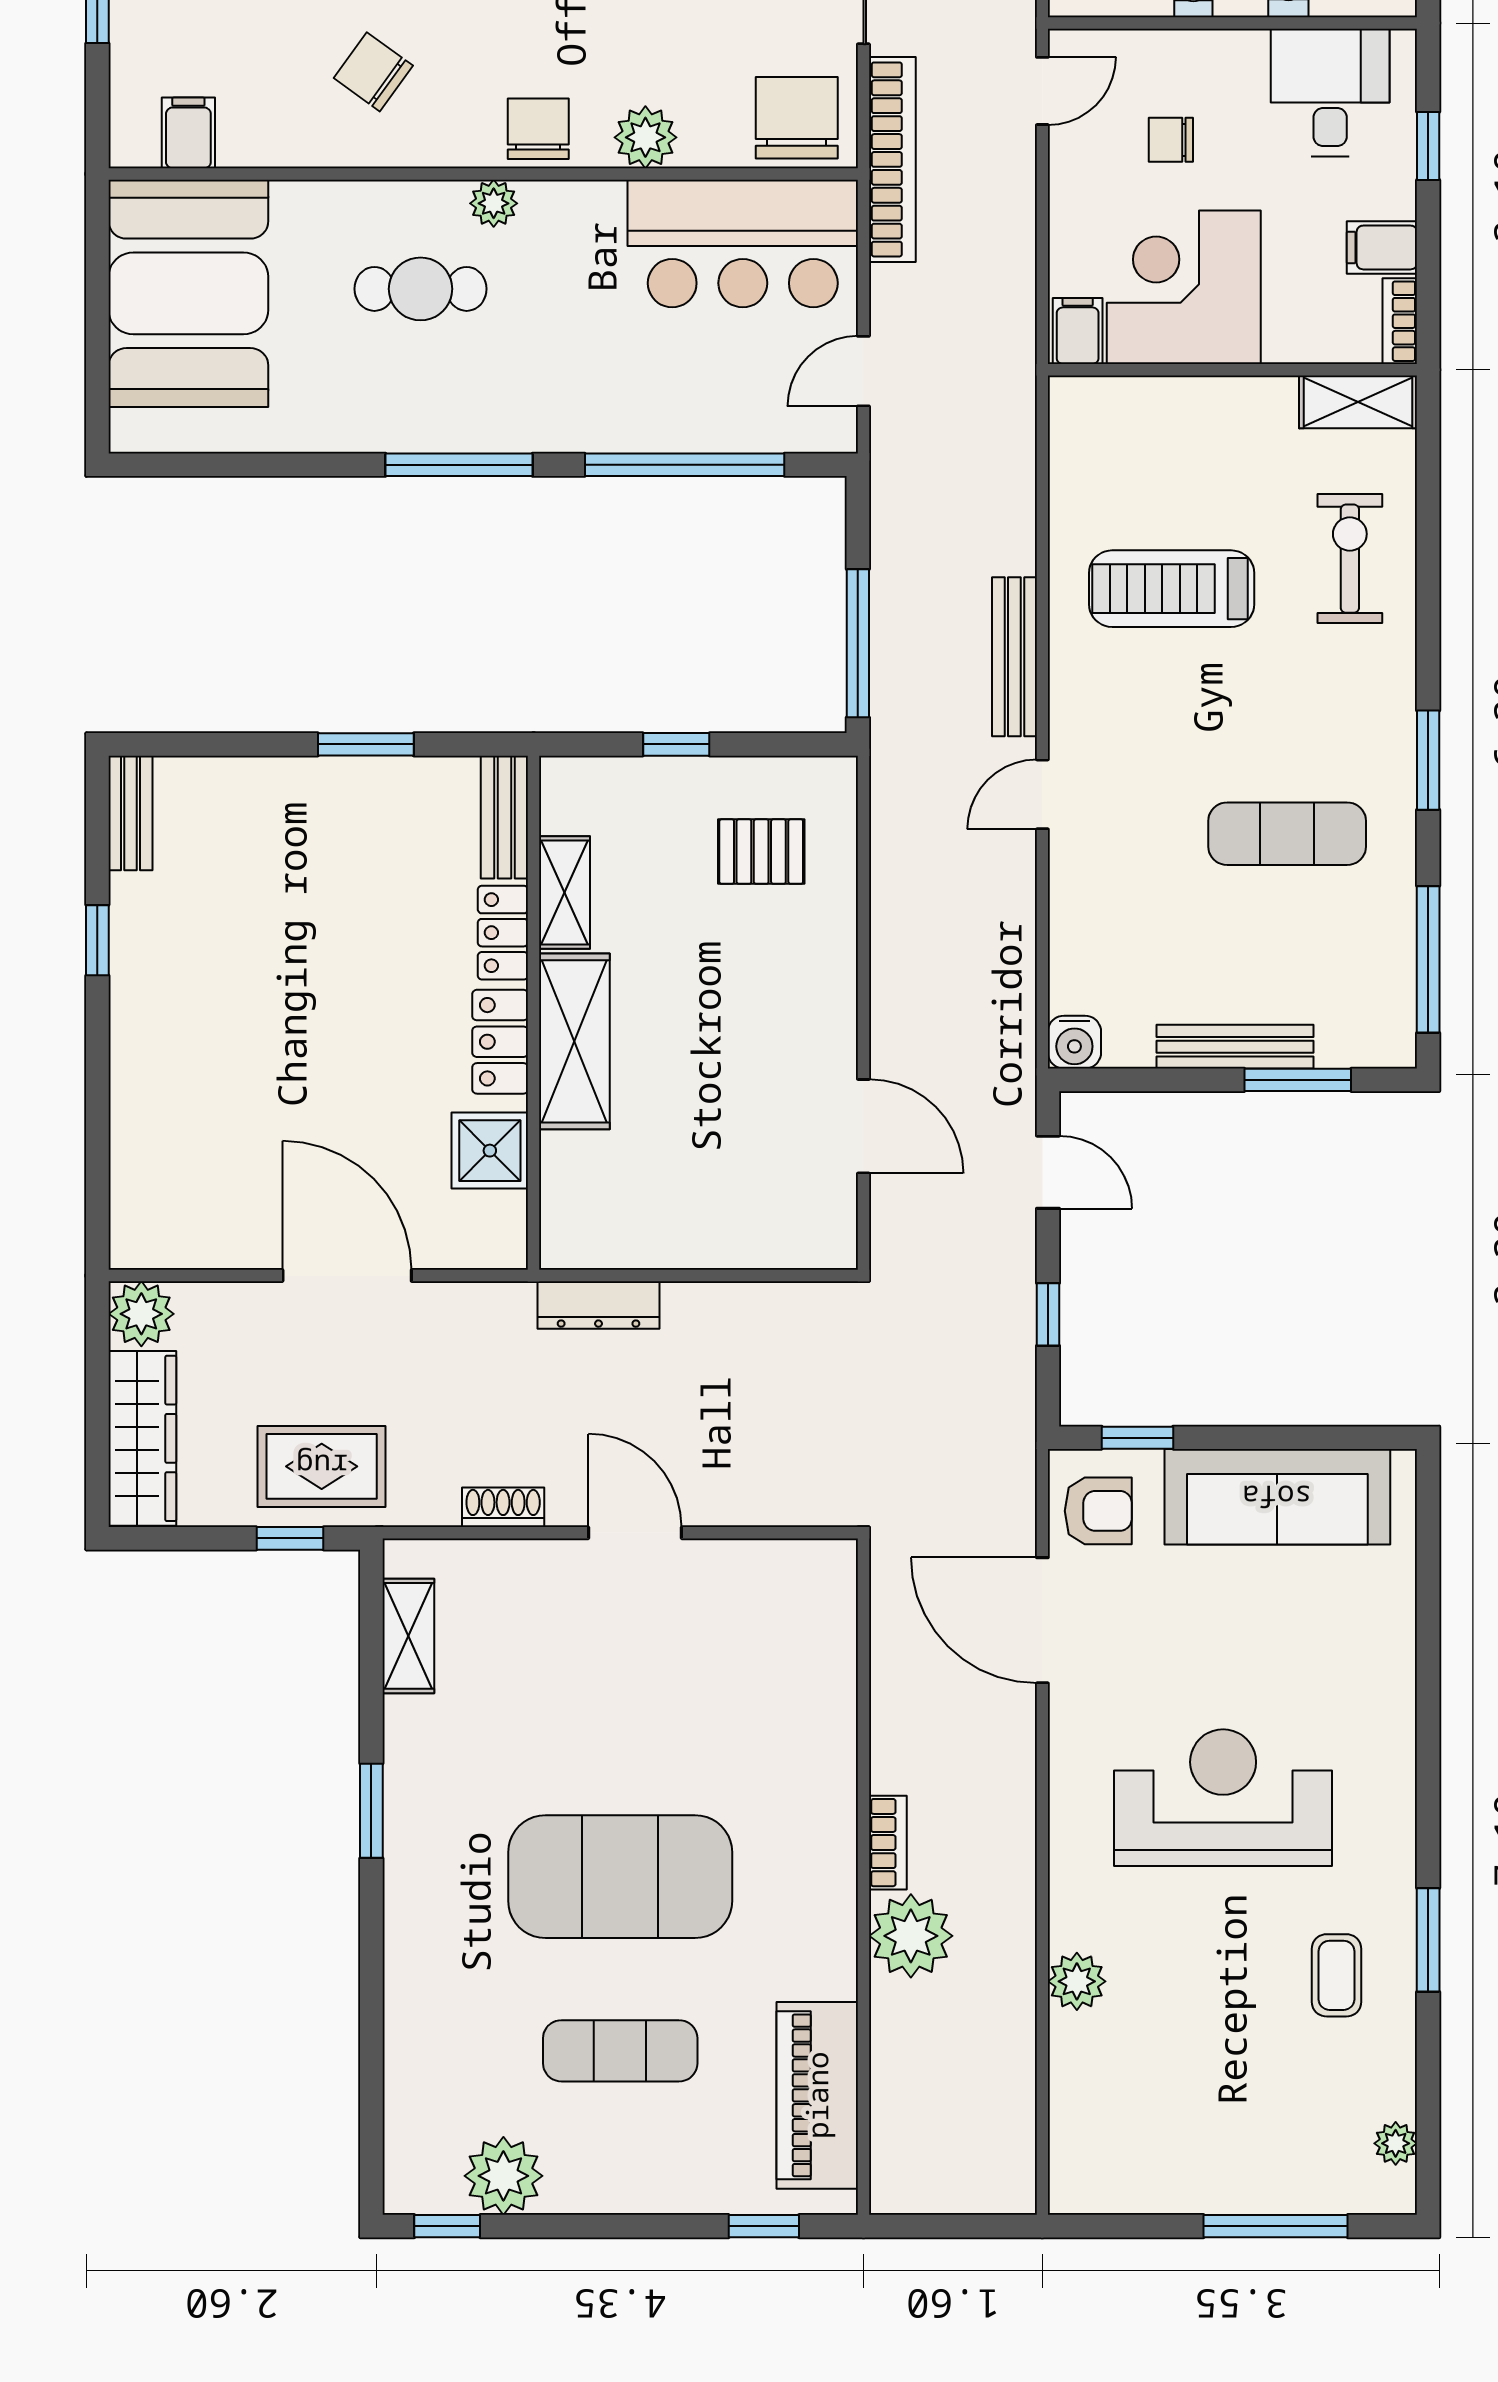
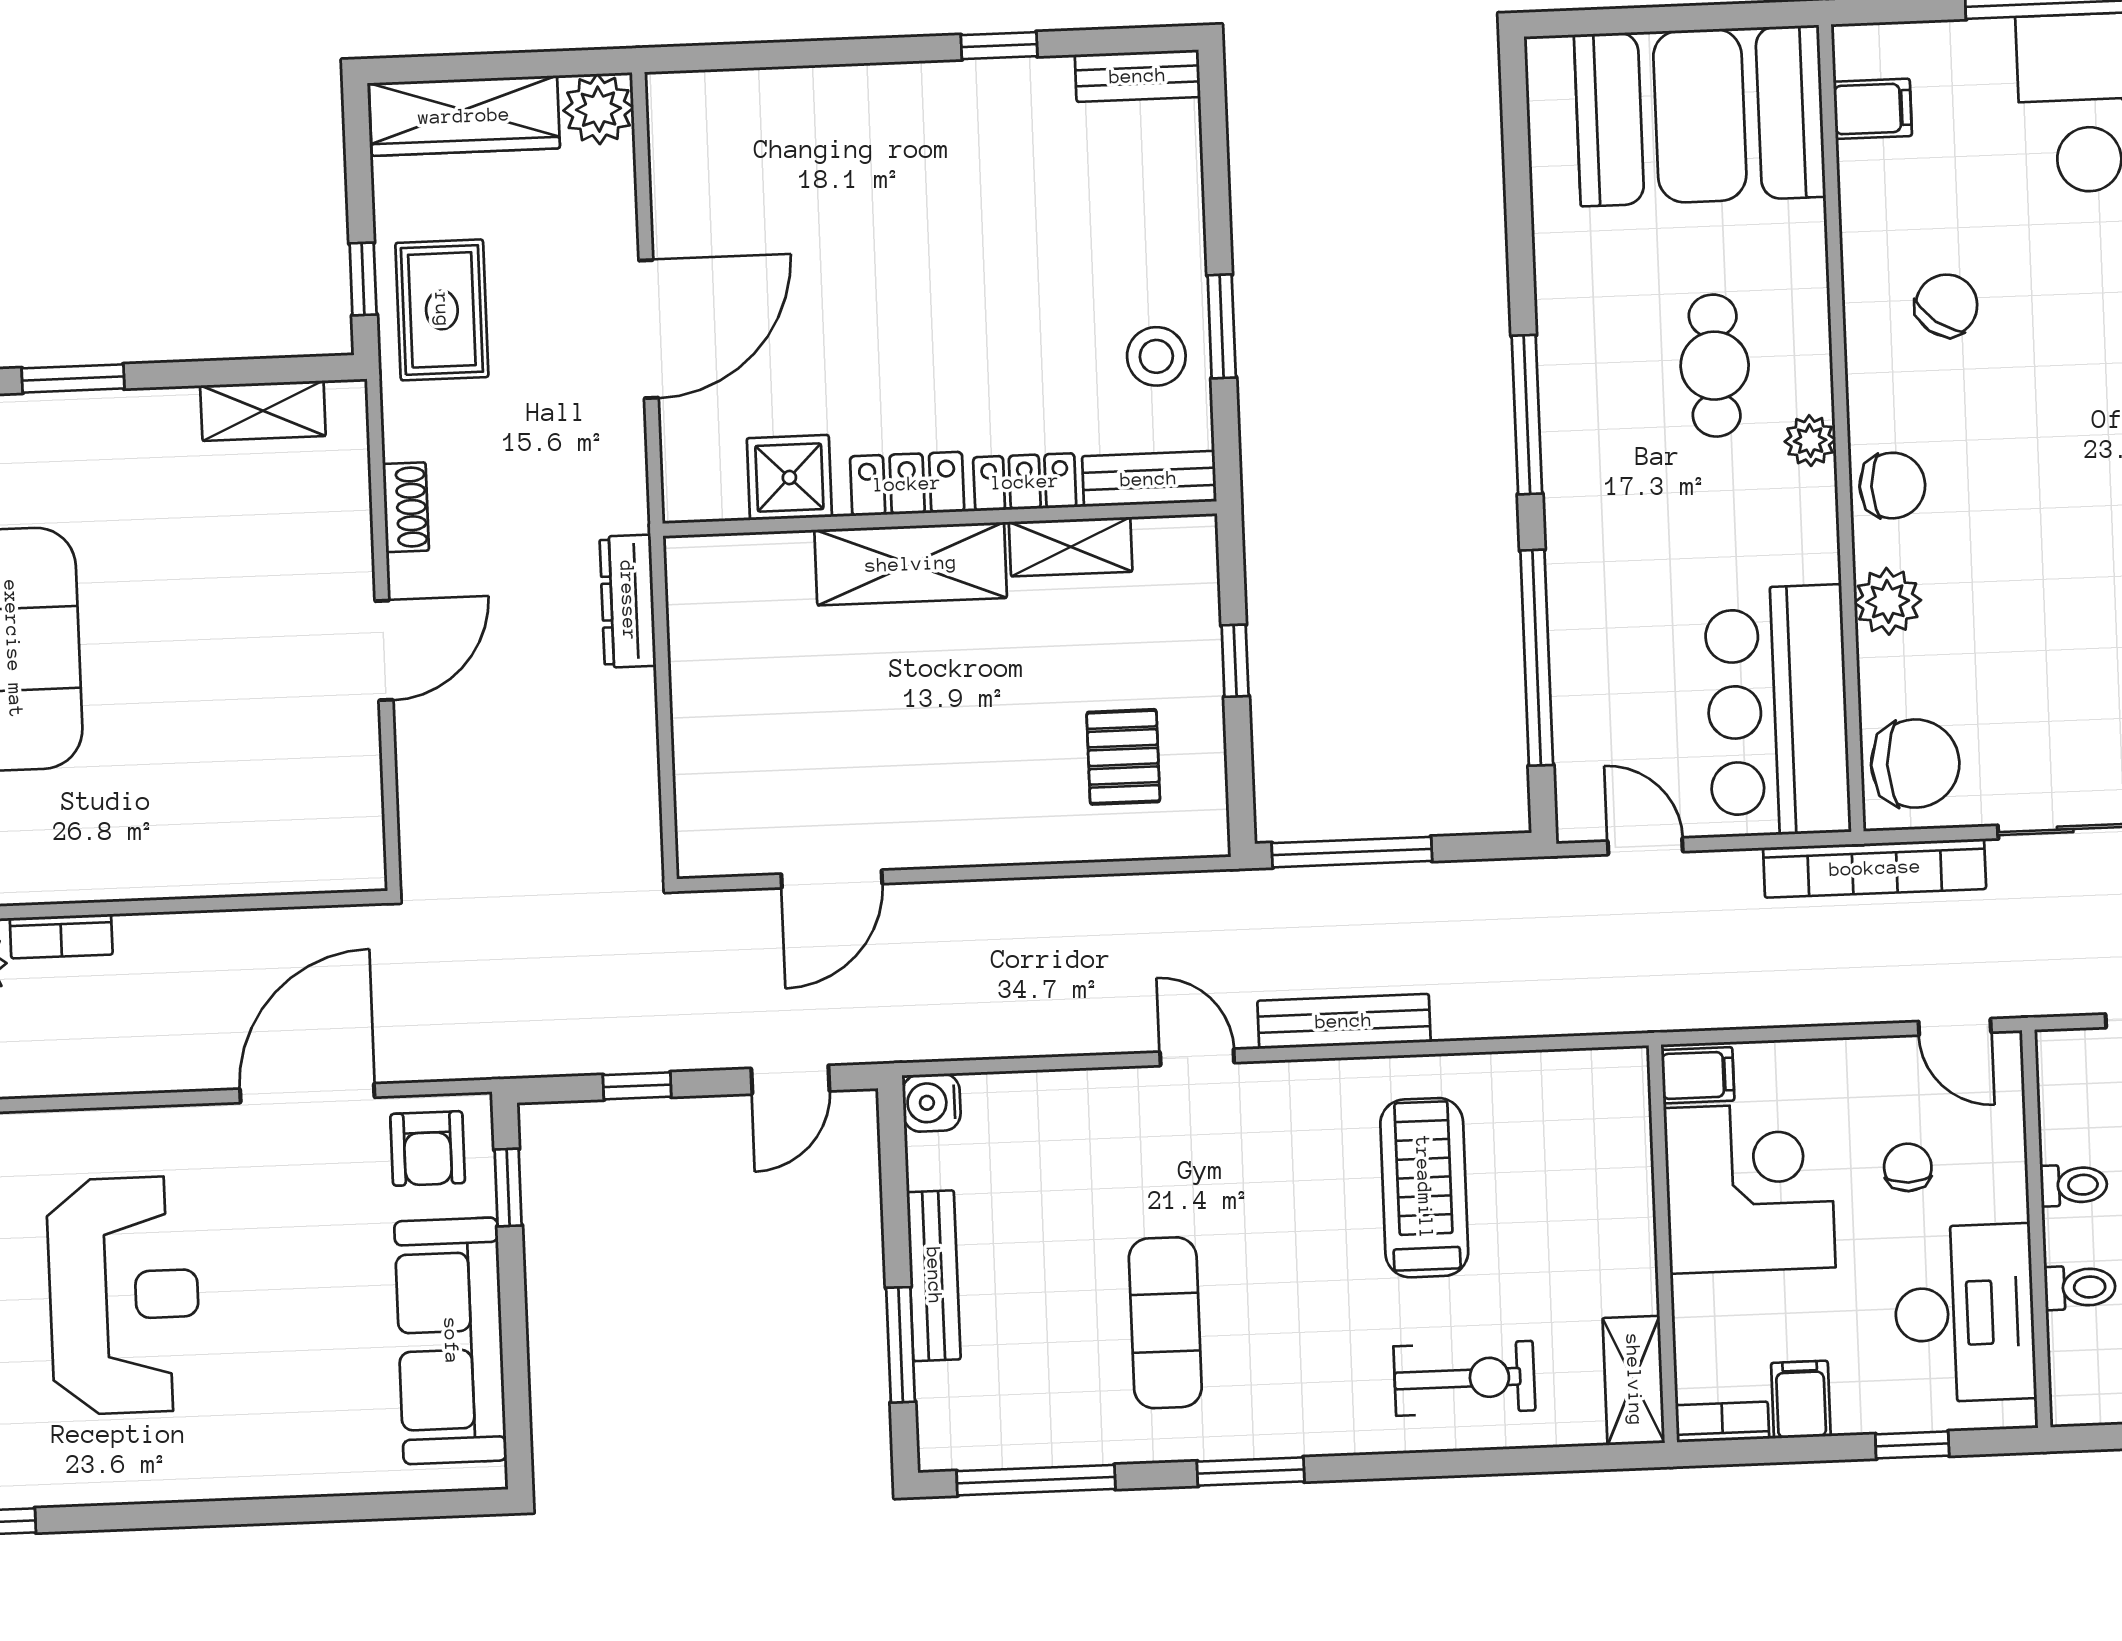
desk: (1330, 93) -> (1965, 1313), width x1.37
stool: (391, 806) -> (1156, 356), added

